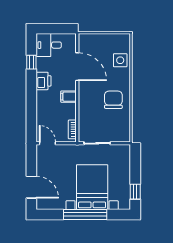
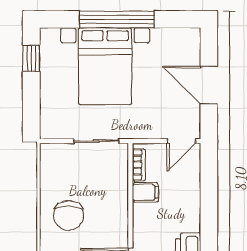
filing cabinet: (68, 97) -> (145, 192), moved
door: (47, 143) -> (181, 141), hinge flipped
door: (31, 187) -> (209, 85), moved

